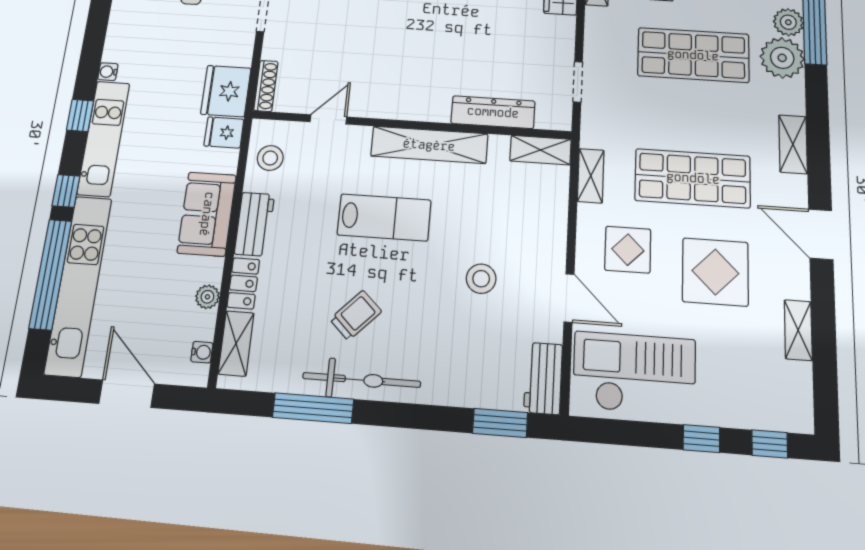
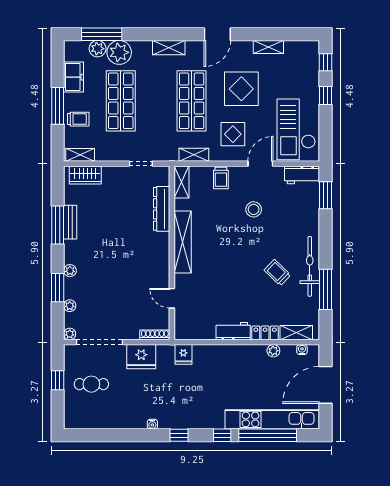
fridge: (226, 91) -> (141, 357), moved
kitchen unit: (103, 138) -> (191, 420), removed
stool: (270, 158) -> (196, 327), removed
sofa: (207, 214) -> (229, 357), removed
lab bench: (384, 218) -> (225, 263), removed
trolley: (544, 222) -> (221, 178), added
door: (127, 394) -> (326, 385), width x1.36

